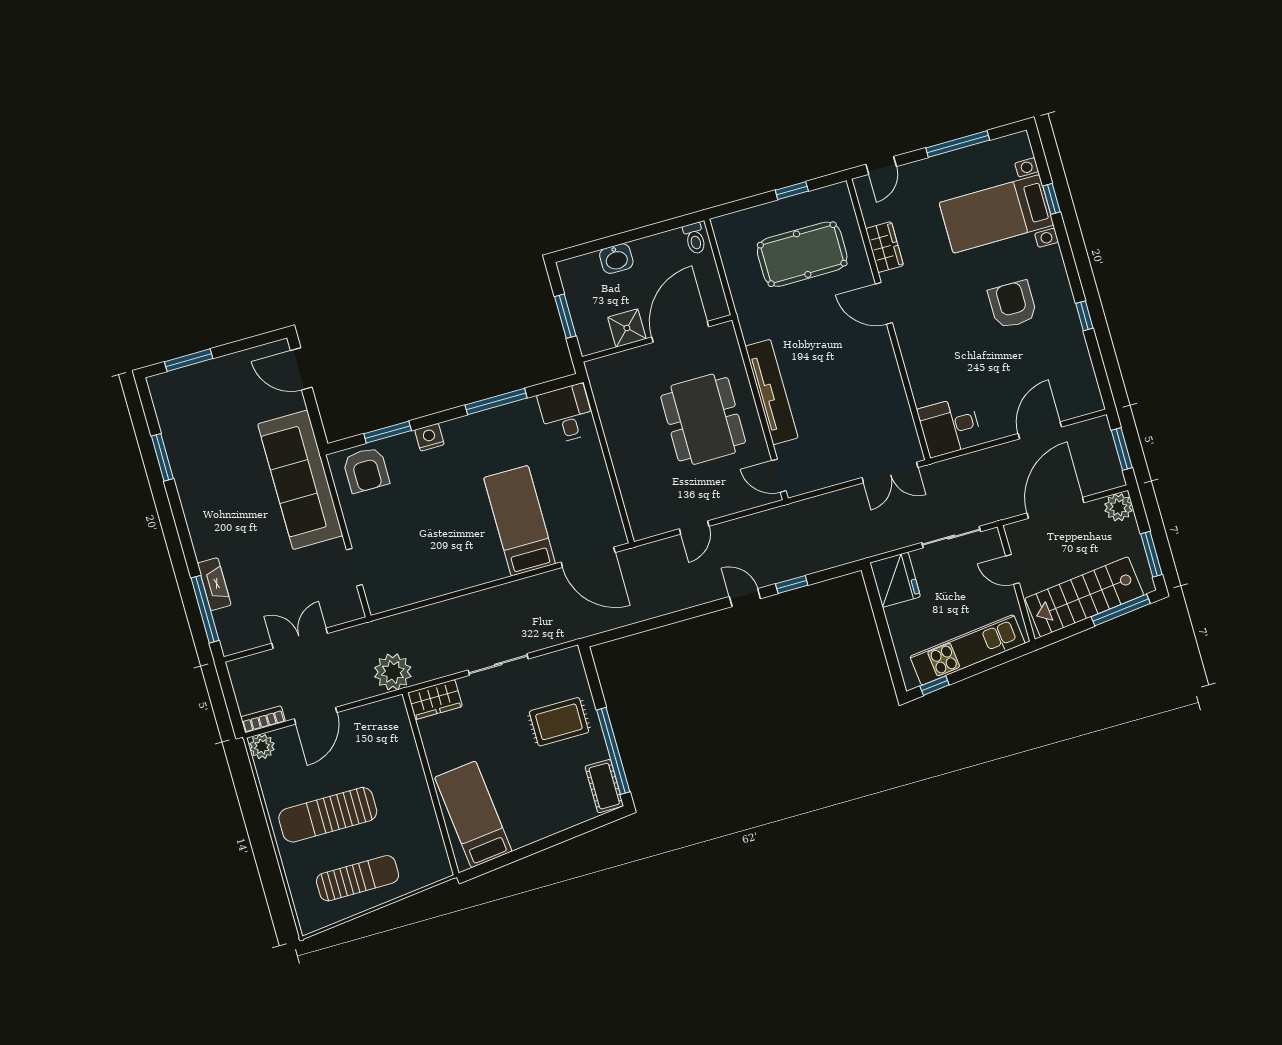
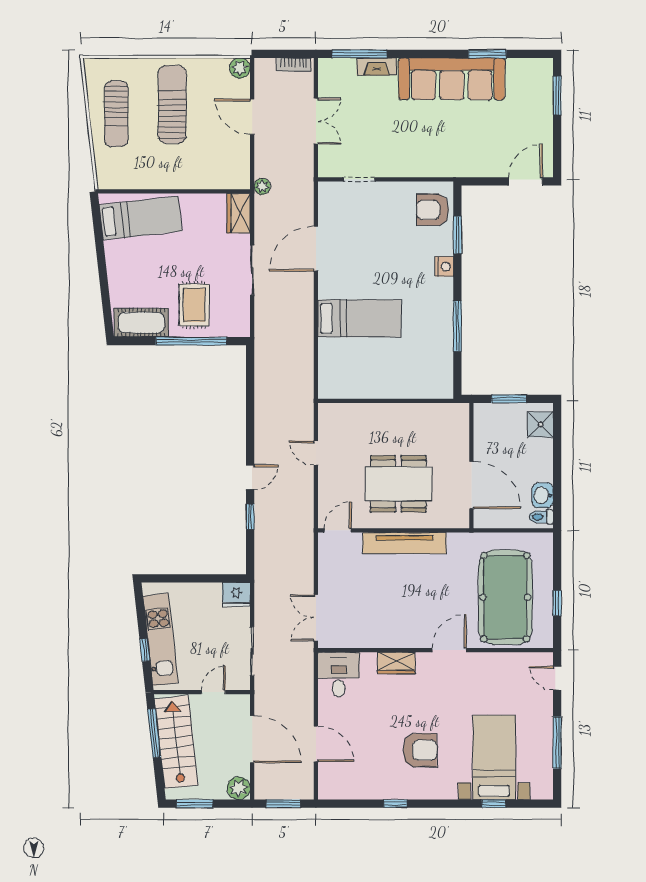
wardrobe: (885, 247) -> (396, 663), moved
pool table: (802, 254) -> (505, 597), width x1.36, depth x1.32
washbasin: (616, 259) -> (543, 495), moved
shower: (627, 328) -> (540, 424), moved
desk: (567, 414) -> (432, 378), removed
sofa: (300, 480) -> (452, 79), moved, turned 180
door: (588, 557) -> (316, 249), moved
fridge: (895, 580) -> (236, 594), width x0.73, depth x0.75
window: (1121, 610) -> (154, 733), moved
plant: (393, 672) -> (262, 186), width x0.53, depth x0.53
window: (935, 686) -> (145, 650), moved
bookcase: (263, 719) -> (294, 65), moved, turned 90
window: (613, 751) -> (191, 341), moved
cot: (604, 786) -> (141, 323), width x1.37, depth x1.34

